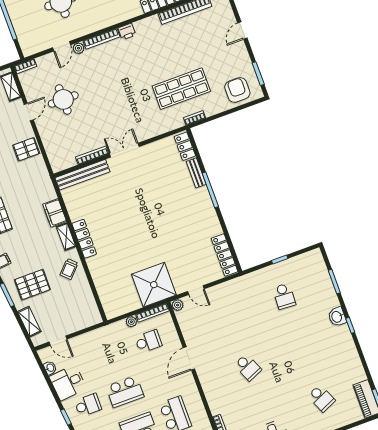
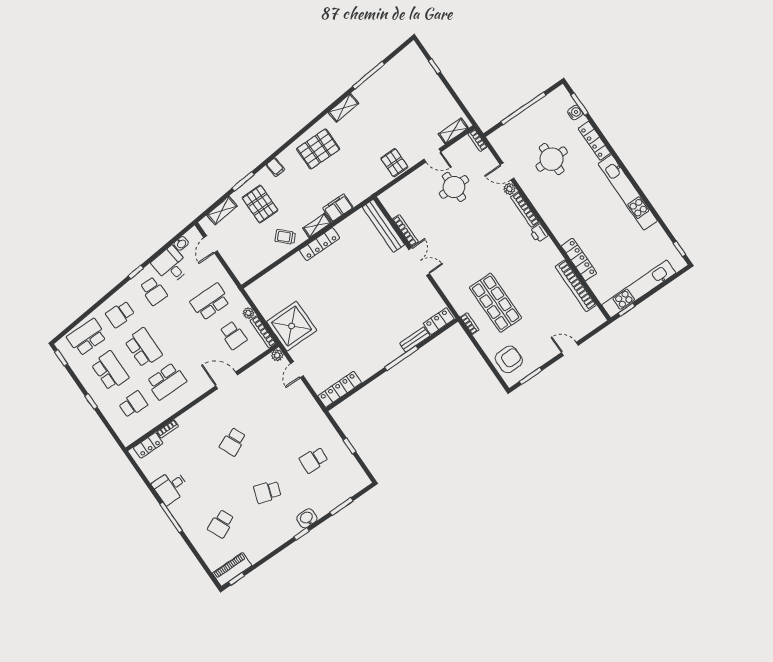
school desk: (303, 347) -> (267, 492), added
school desk: (125, 392) -> (210, 302), moved, turned 90

